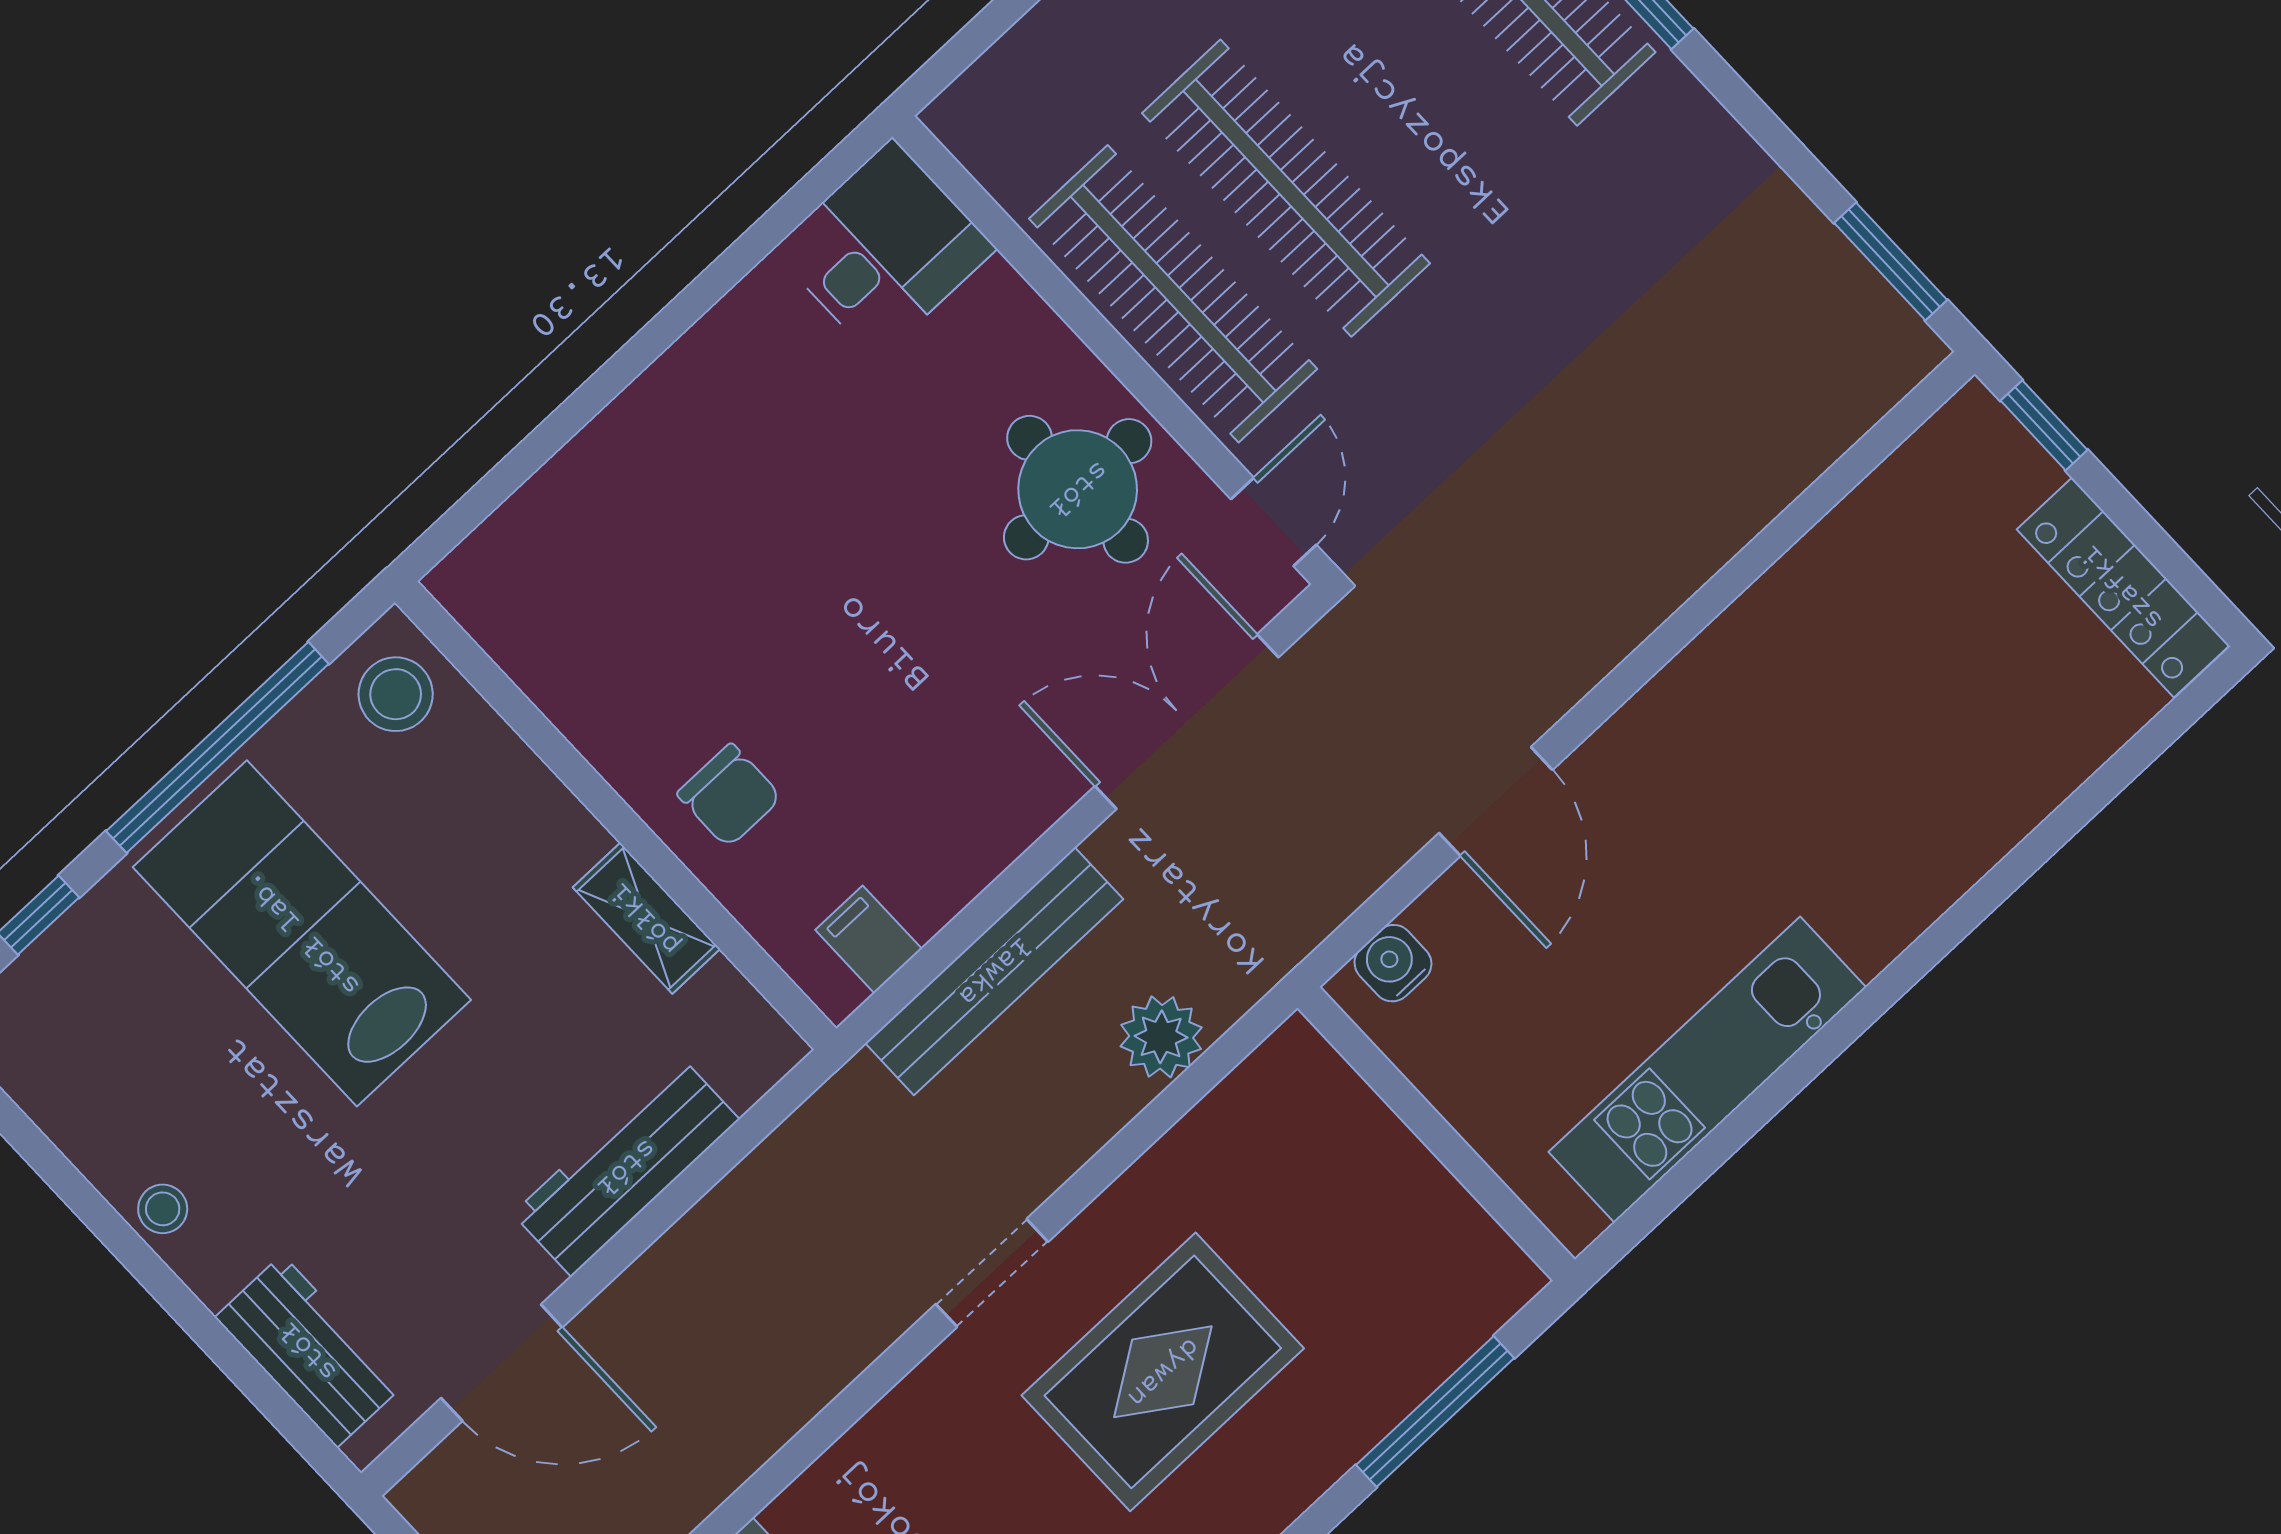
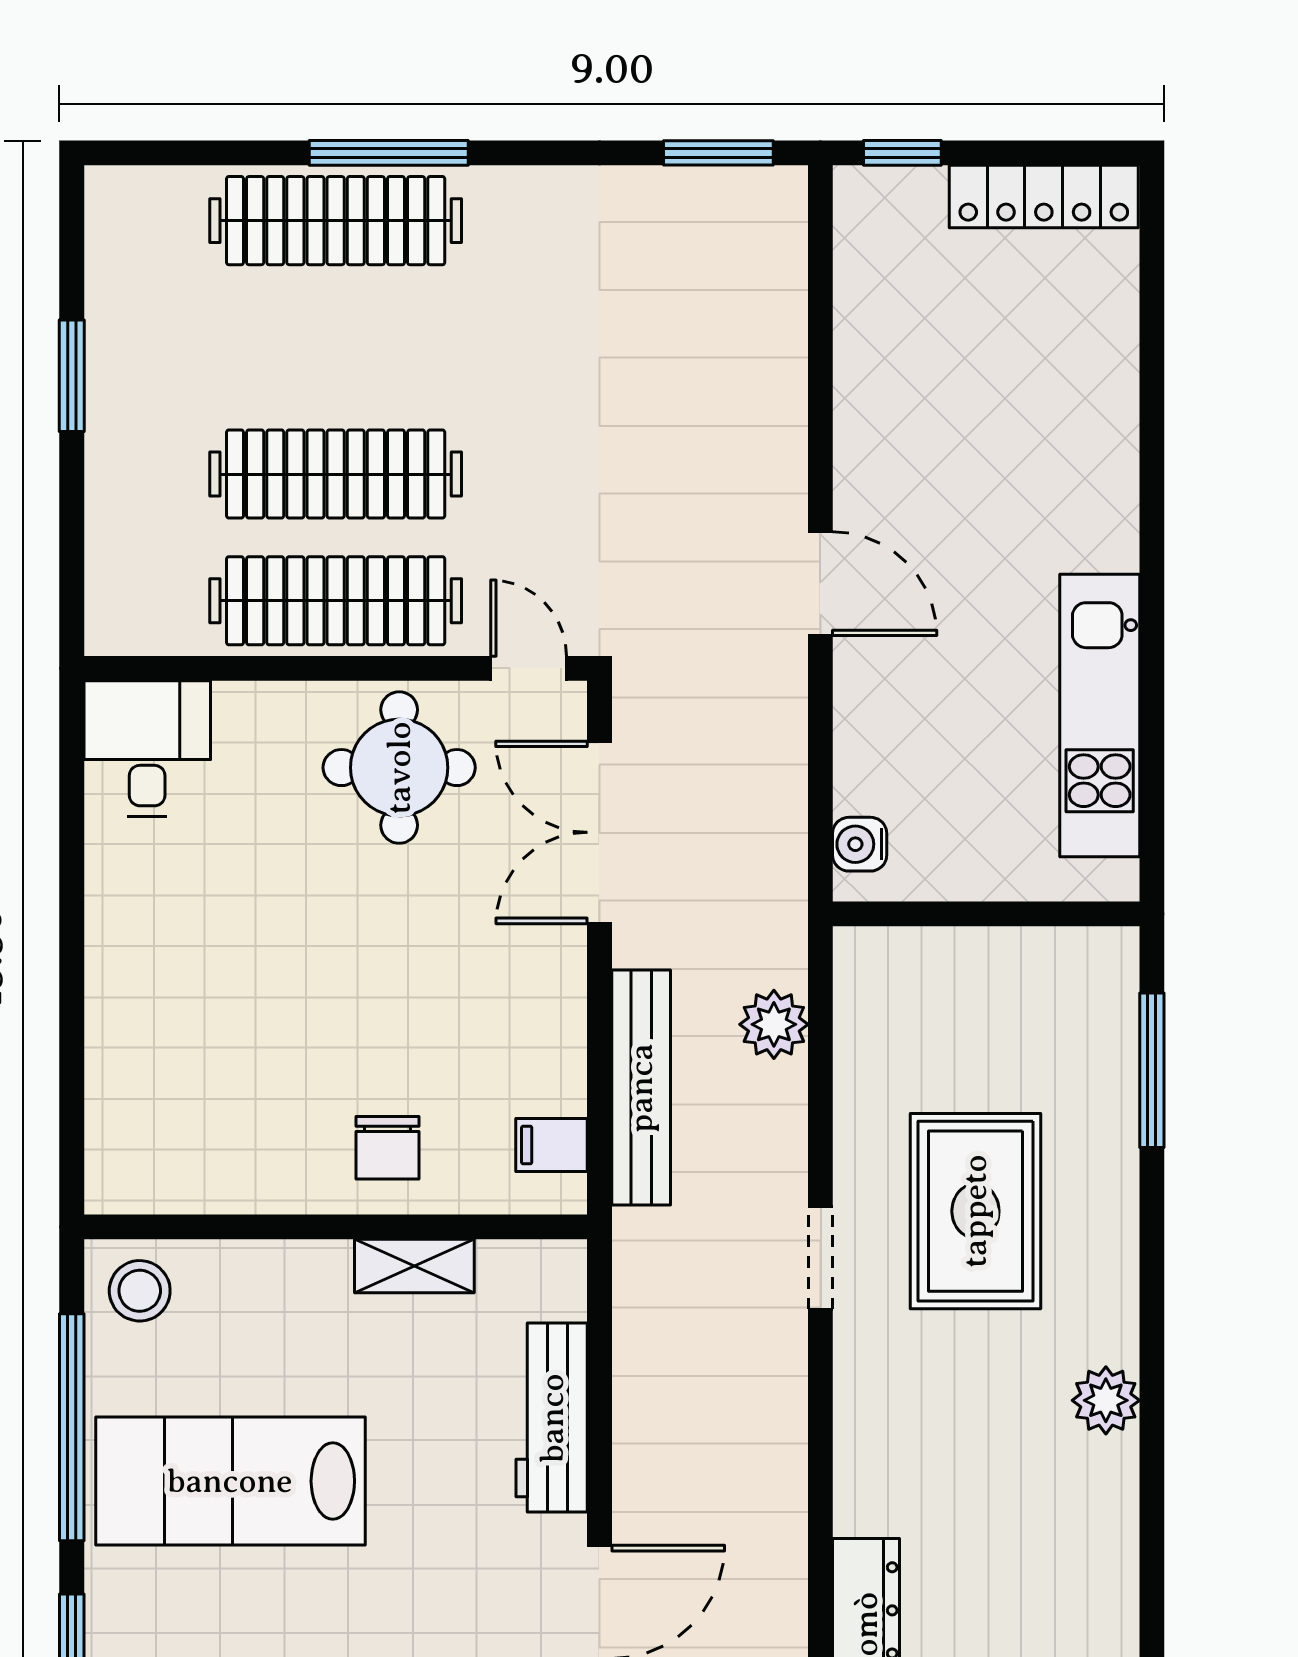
chair: (729, 796) -> (387, 1148), turned 90
door: (1496, 801) -> (820, 584), moved

